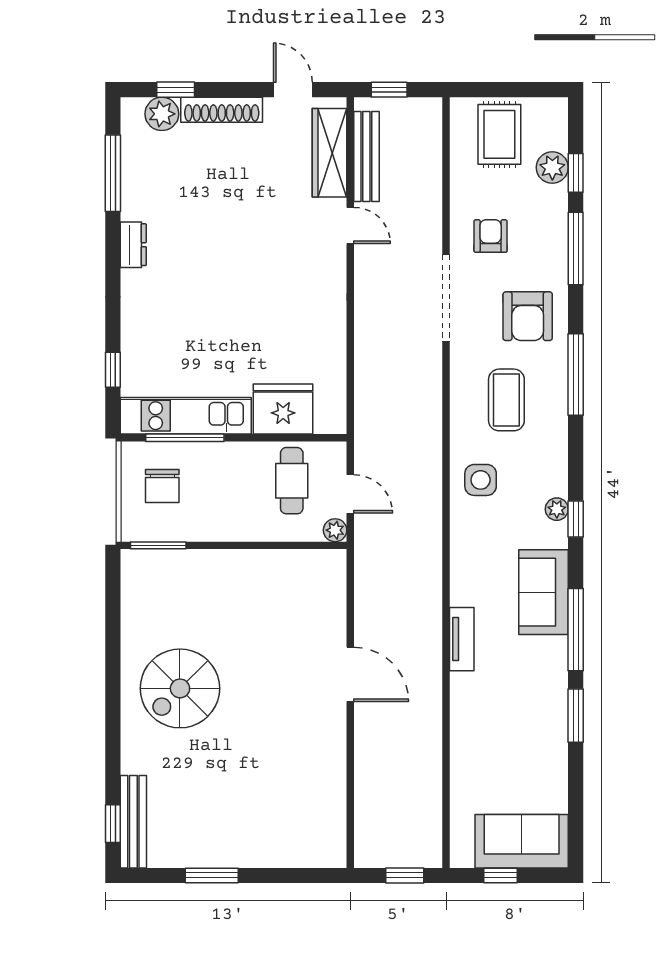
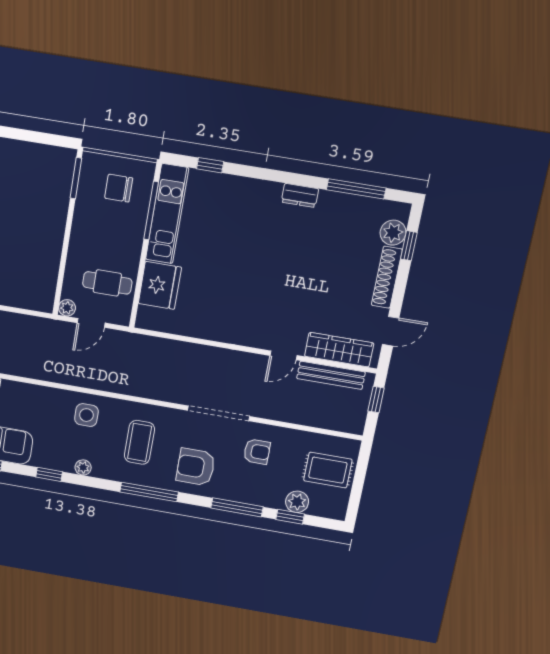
coffee table: (506, 400) -> (139, 442), turned 90
plant: (557, 509) -> (83, 467), moved

